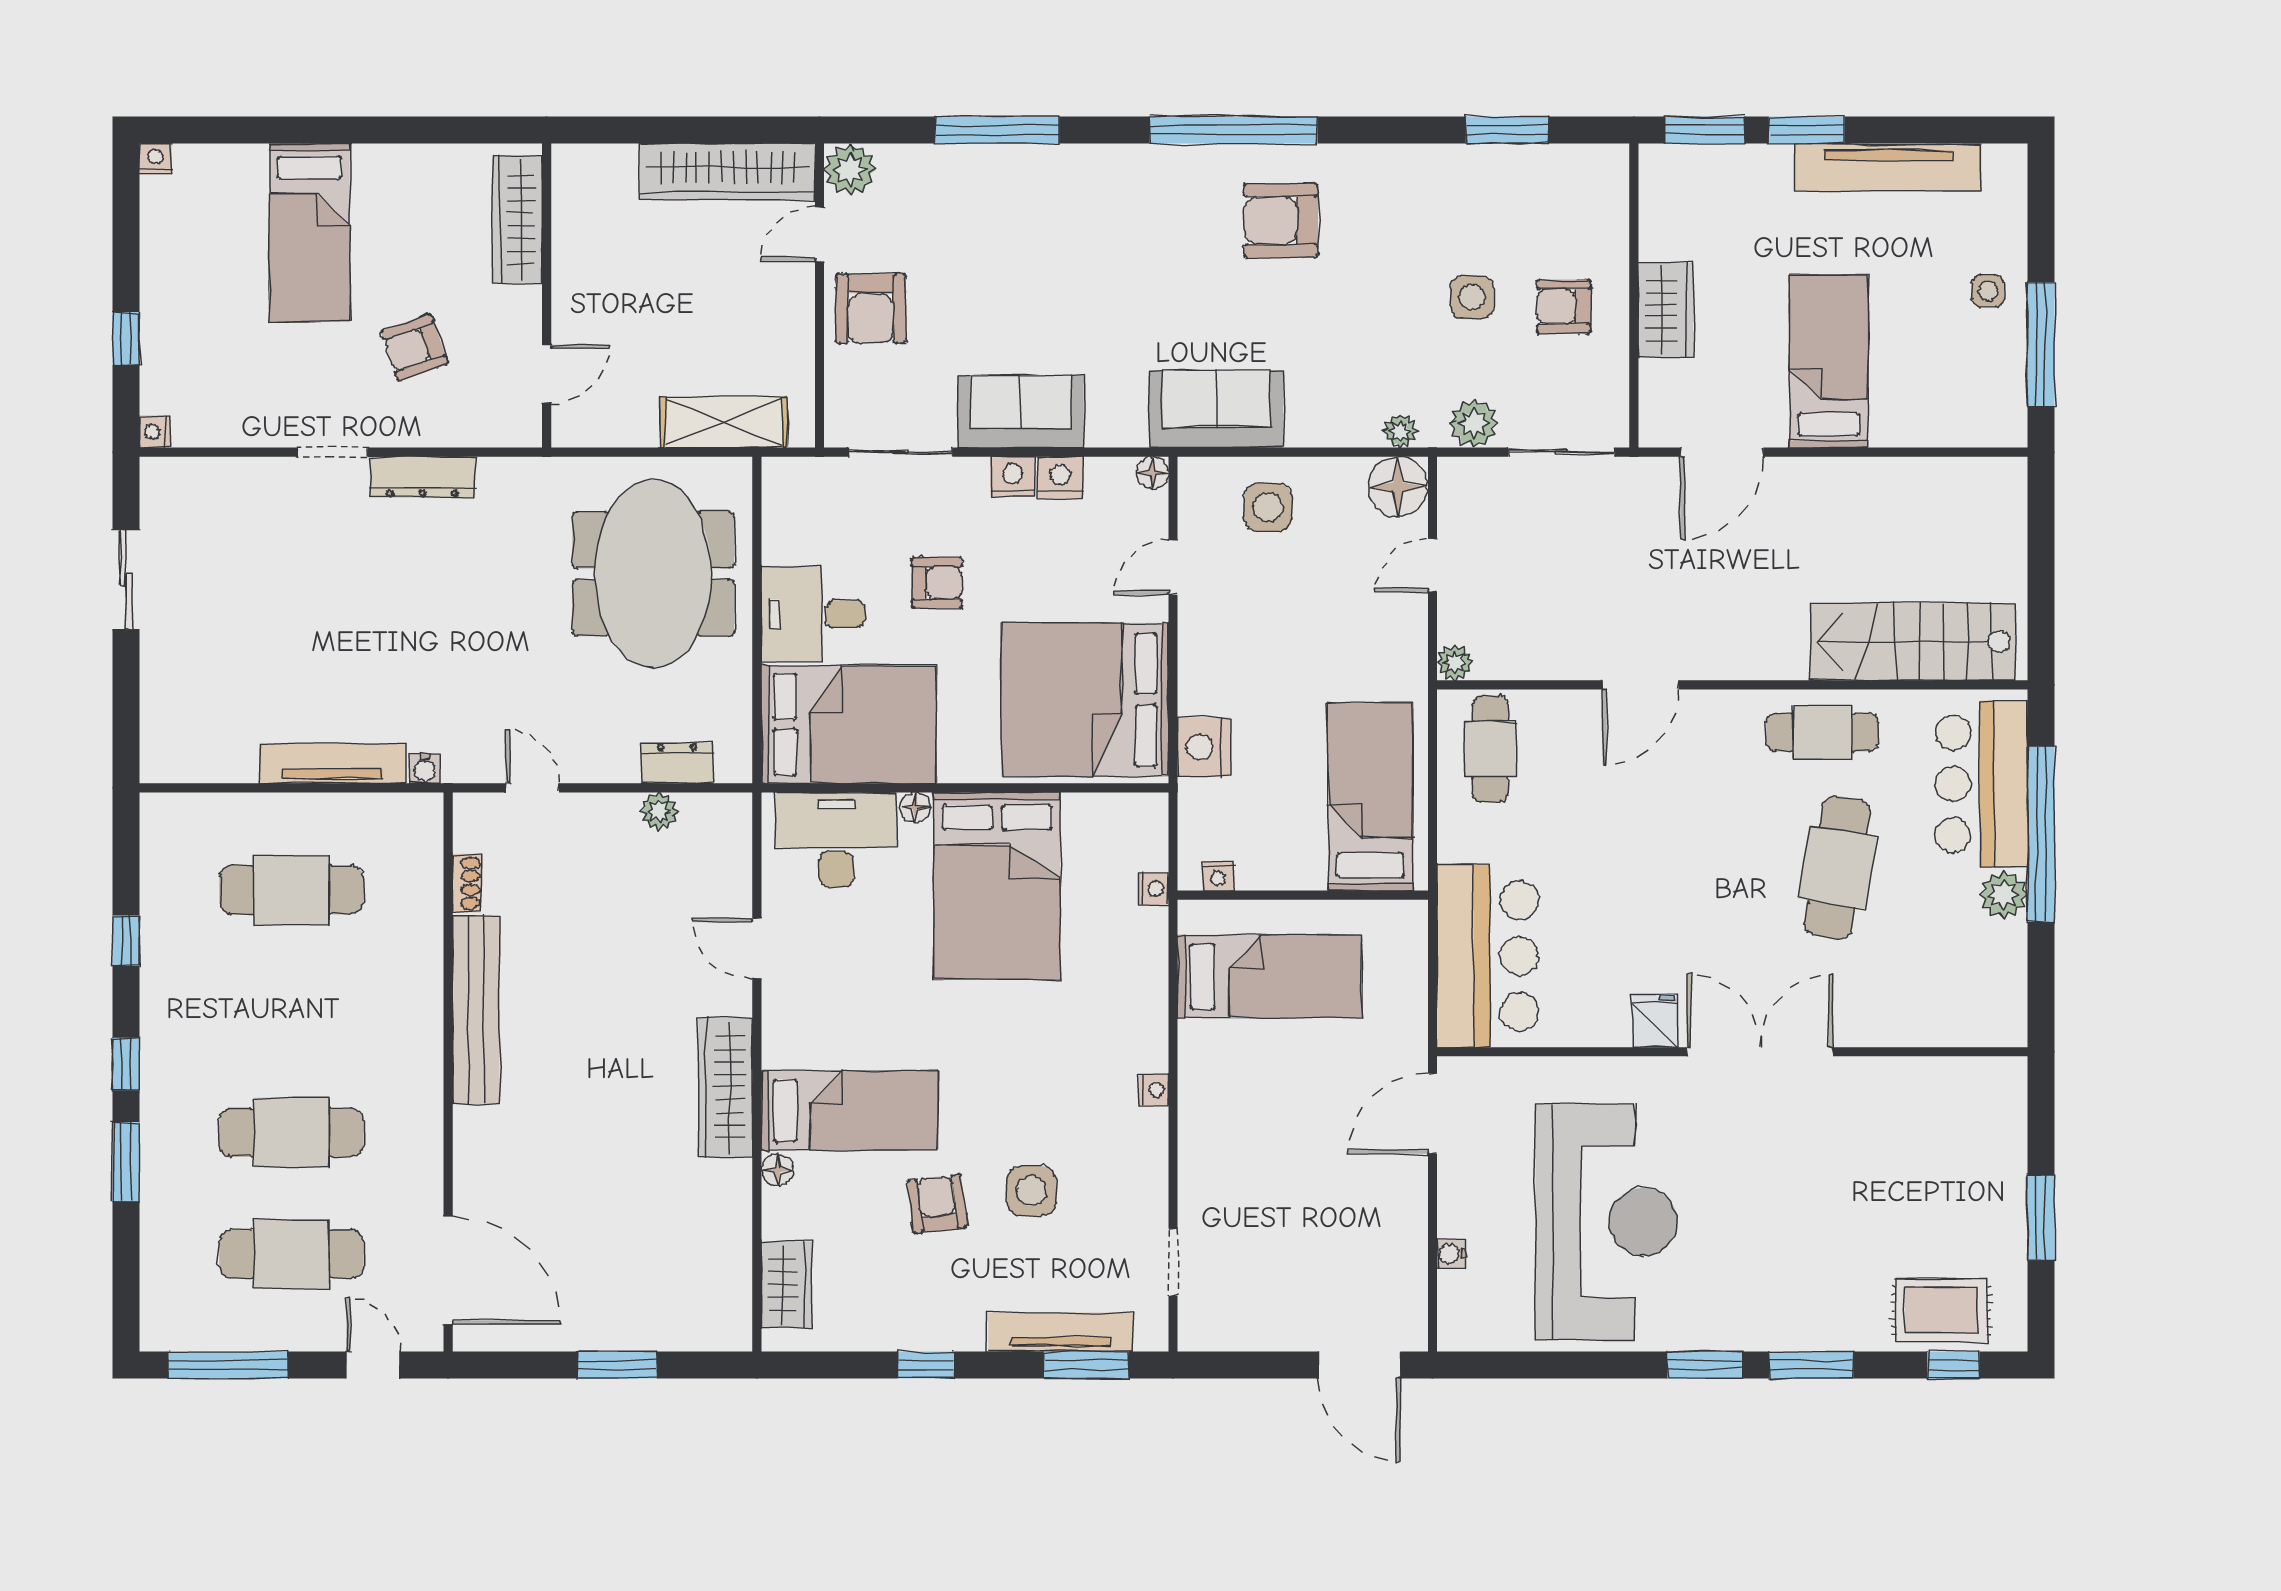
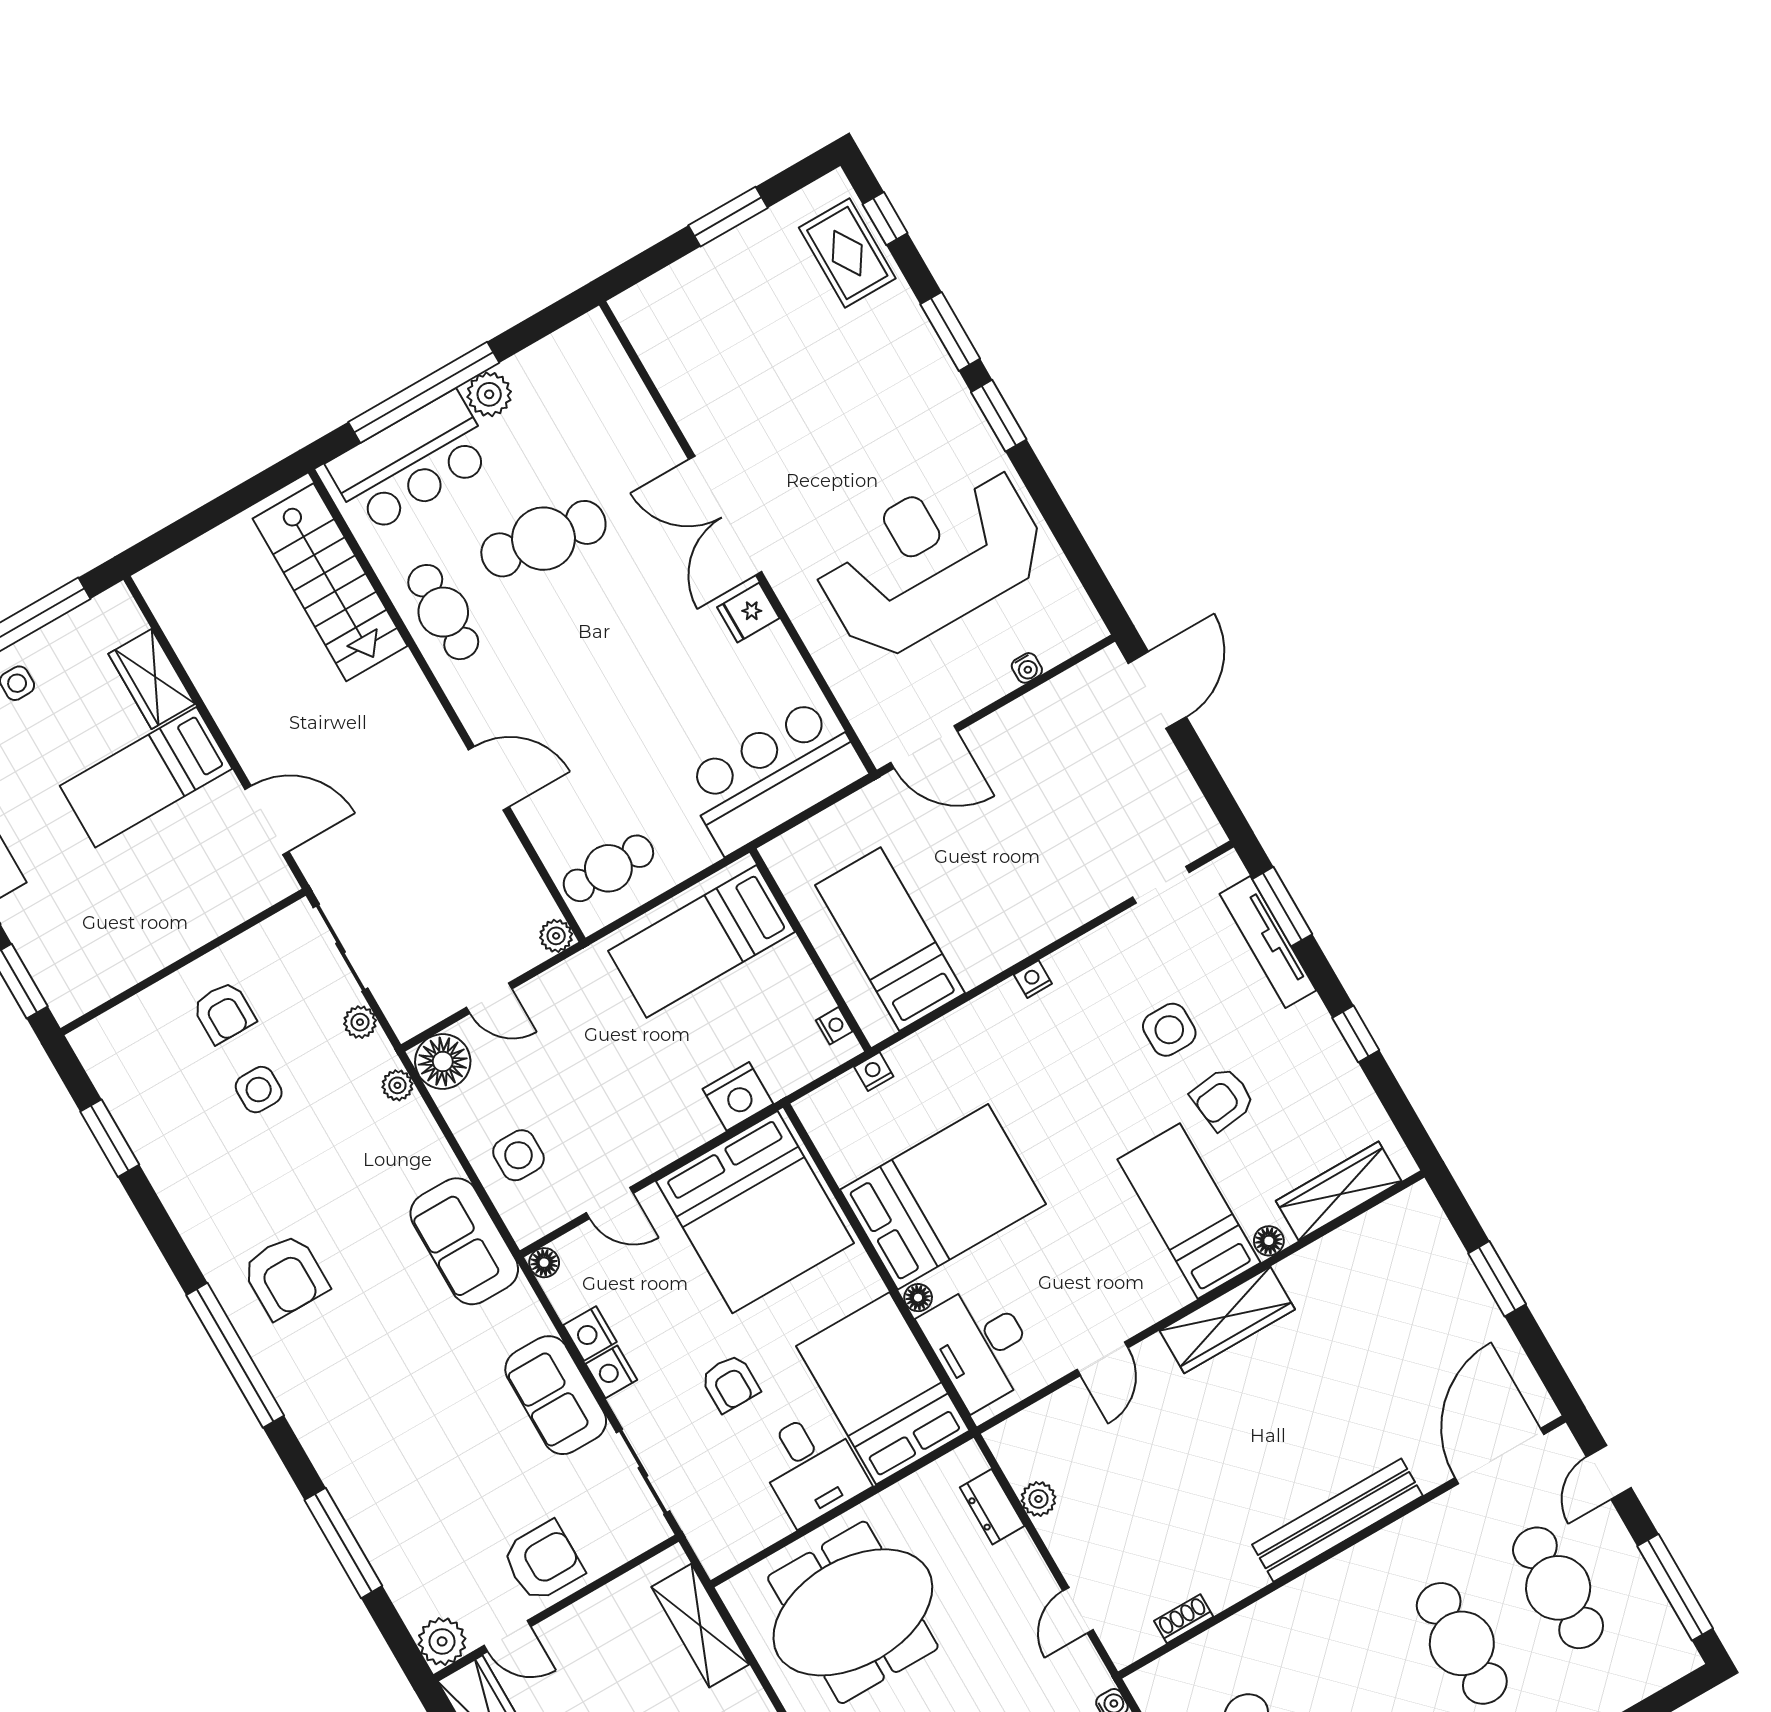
wardrobe: (1666, 310) -> (152, 679), moved, turned -90
plant: (1474, 423) -> (360, 1022), width x0.73, depth x0.73
armchair: (937, 583) -> (730, 1383), turned 180
bench: (476, 1010) -> (1337, 1520), moved
wardrobe: (786, 1285) -> (1339, 1191), width x1.50

